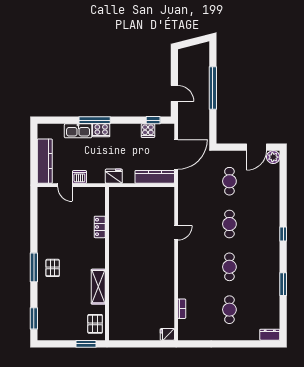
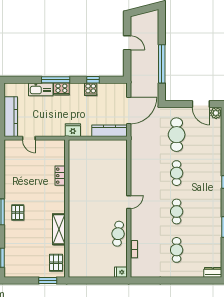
window: (213, 88) -> (162, 64), moved
door: (174, 93) -> (127, 43), moved
window: (153, 120) -> (93, 80), moved
cooker: (148, 131) -> (91, 89), moved
door: (257, 147) -> (201, 104), hinge flipped
dishwasher: (79, 177) -> (42, 131), removed
cafe table: (229, 181) -> (177, 135), width x1.37, depth x1.35
door: (176, 233) -> (129, 202), moved
cafe table: (164, 292) -> (118, 234), added

